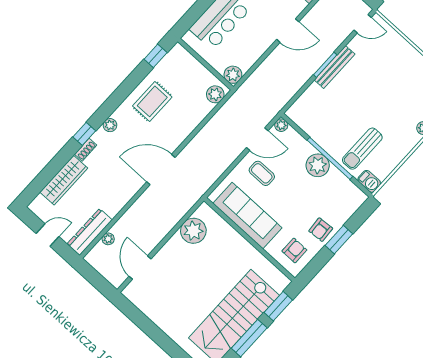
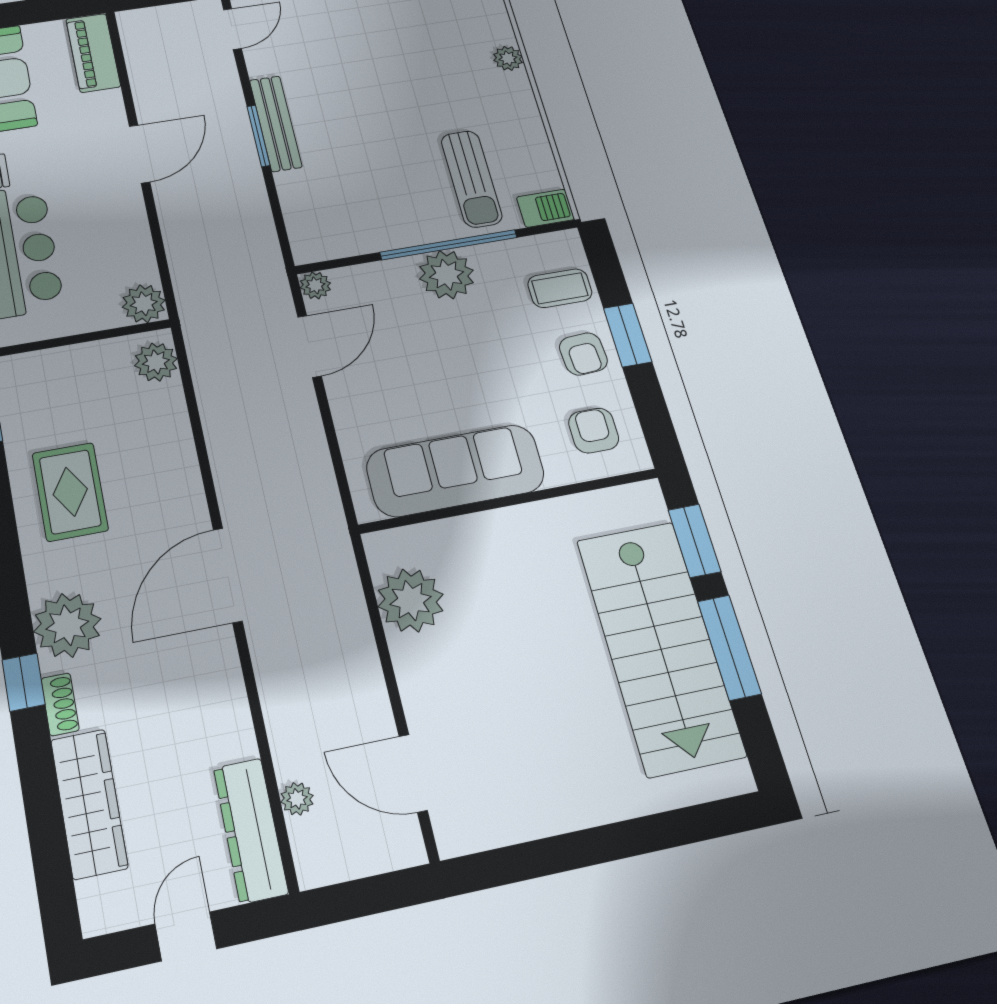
plant: (110, 125) -> (67, 625), width x1.87, depth x1.87
coffee table: (262, 173) -> (560, 288), moved

